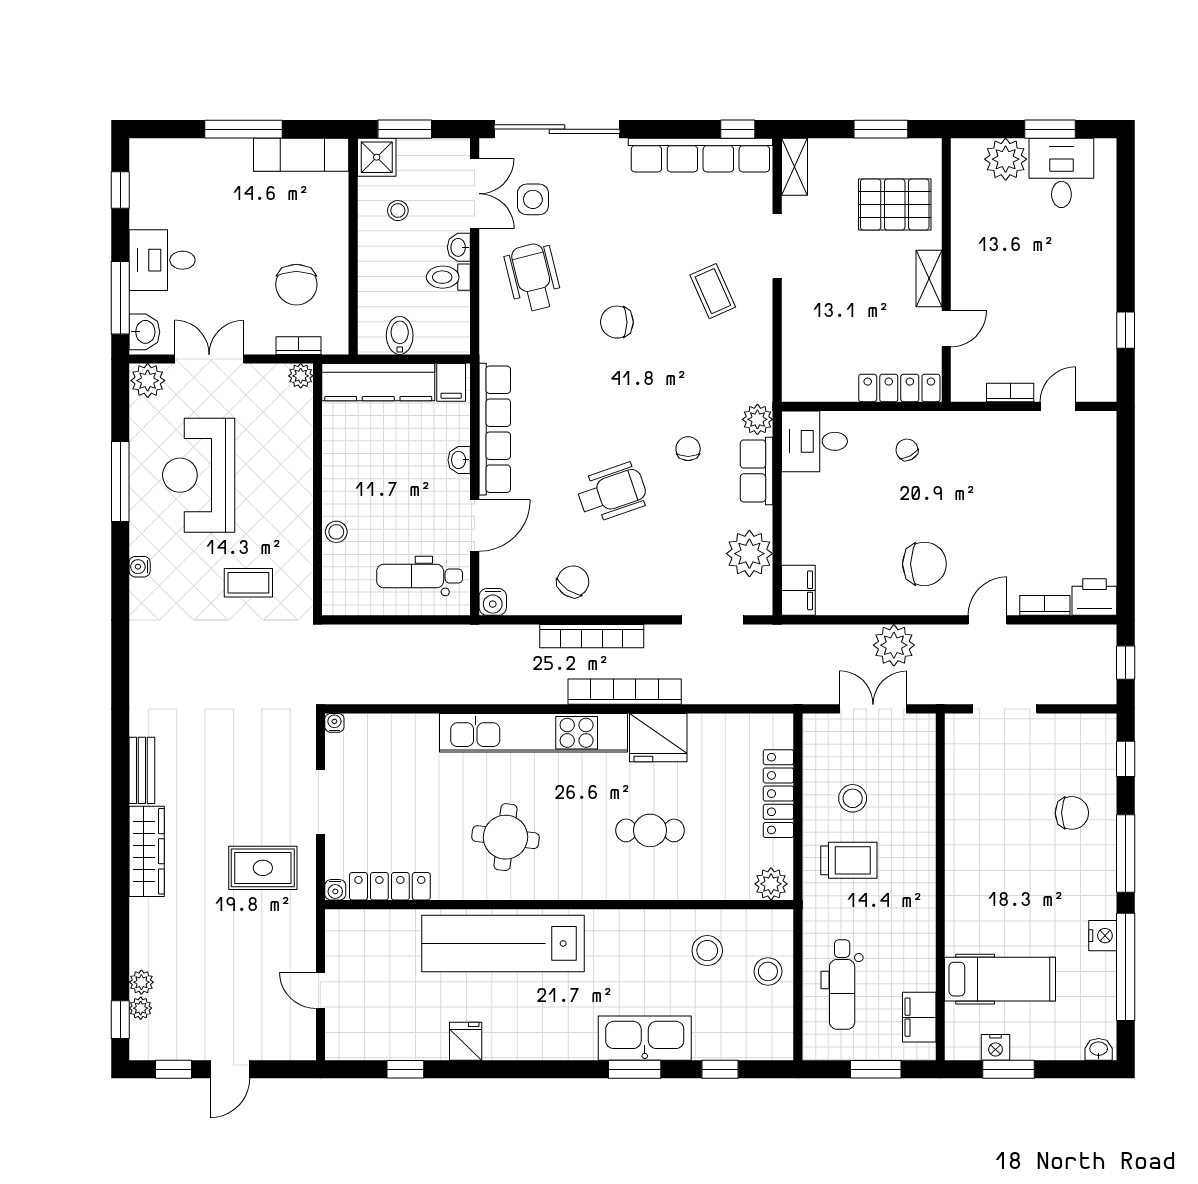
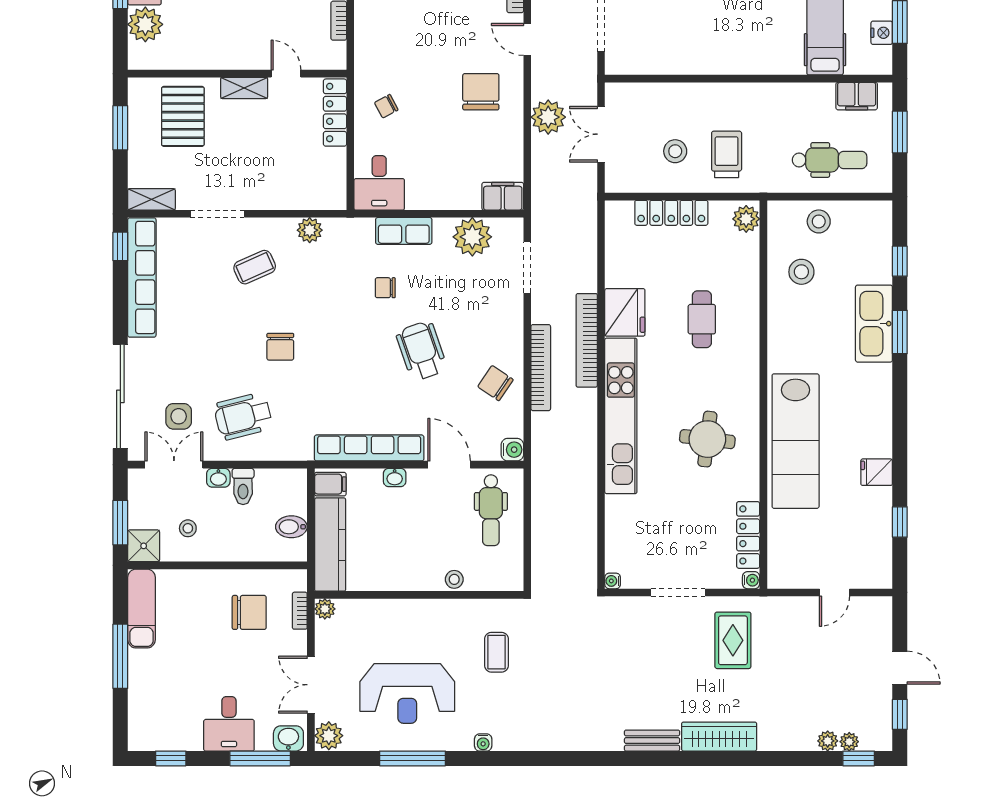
plant: (757, 419) -> (310, 230), moved

